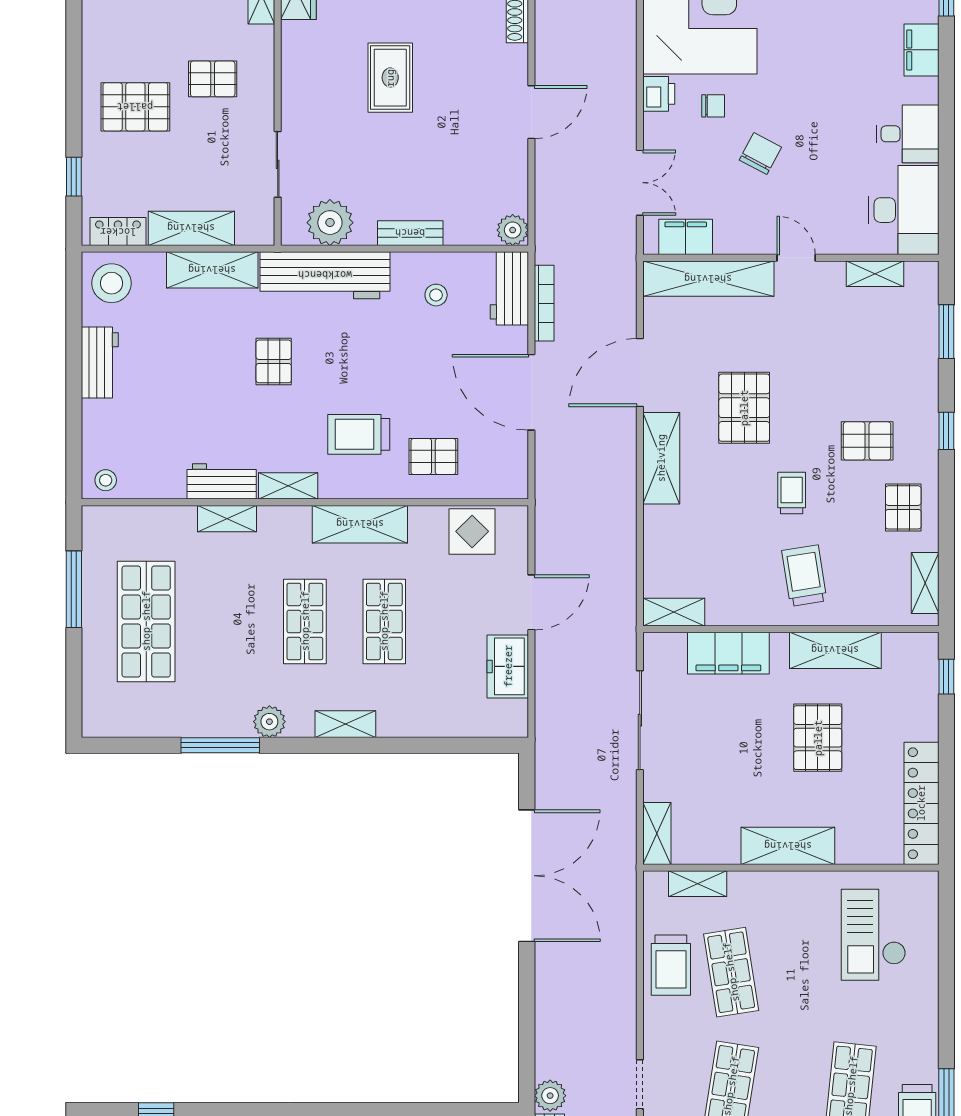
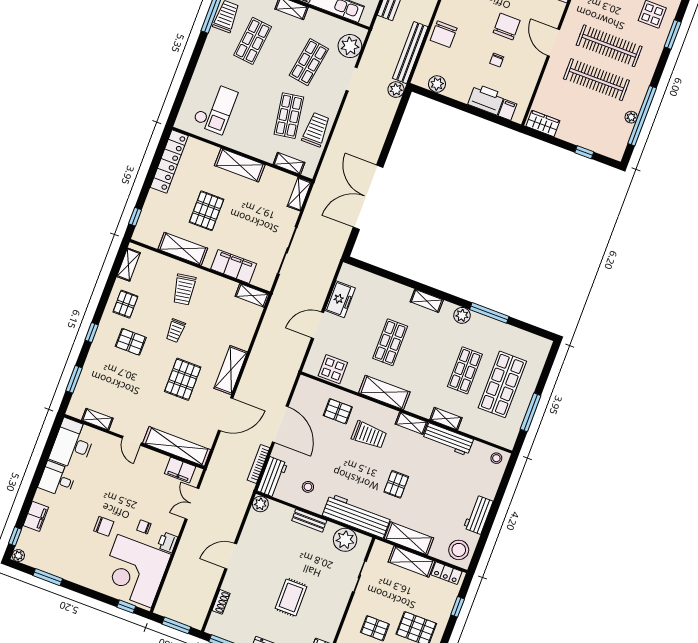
chair: (760, 154) -> (104, 526), moved, turned -118
workbench: (222, 481) -> (448, 439), width x1.37
shop shelf: (305, 621) -> (465, 370), moved

